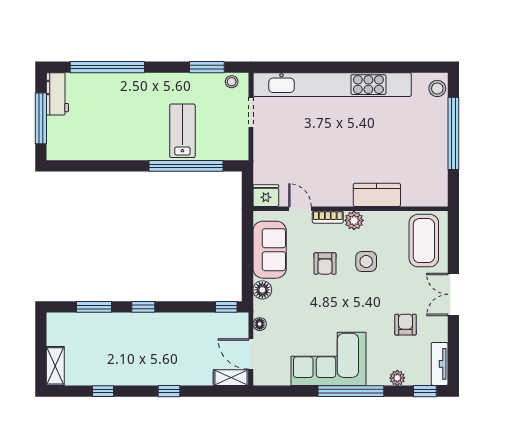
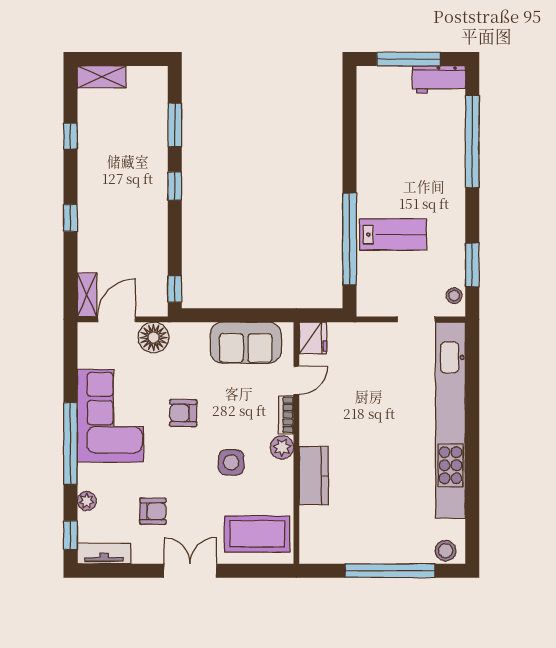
armchair: (325, 264) -> (183, 413), moved
floor lamp: (262, 290) -> (196, 334), removed
floor lamp: (260, 324) -> (154, 338), width x1.89, depth x1.89

